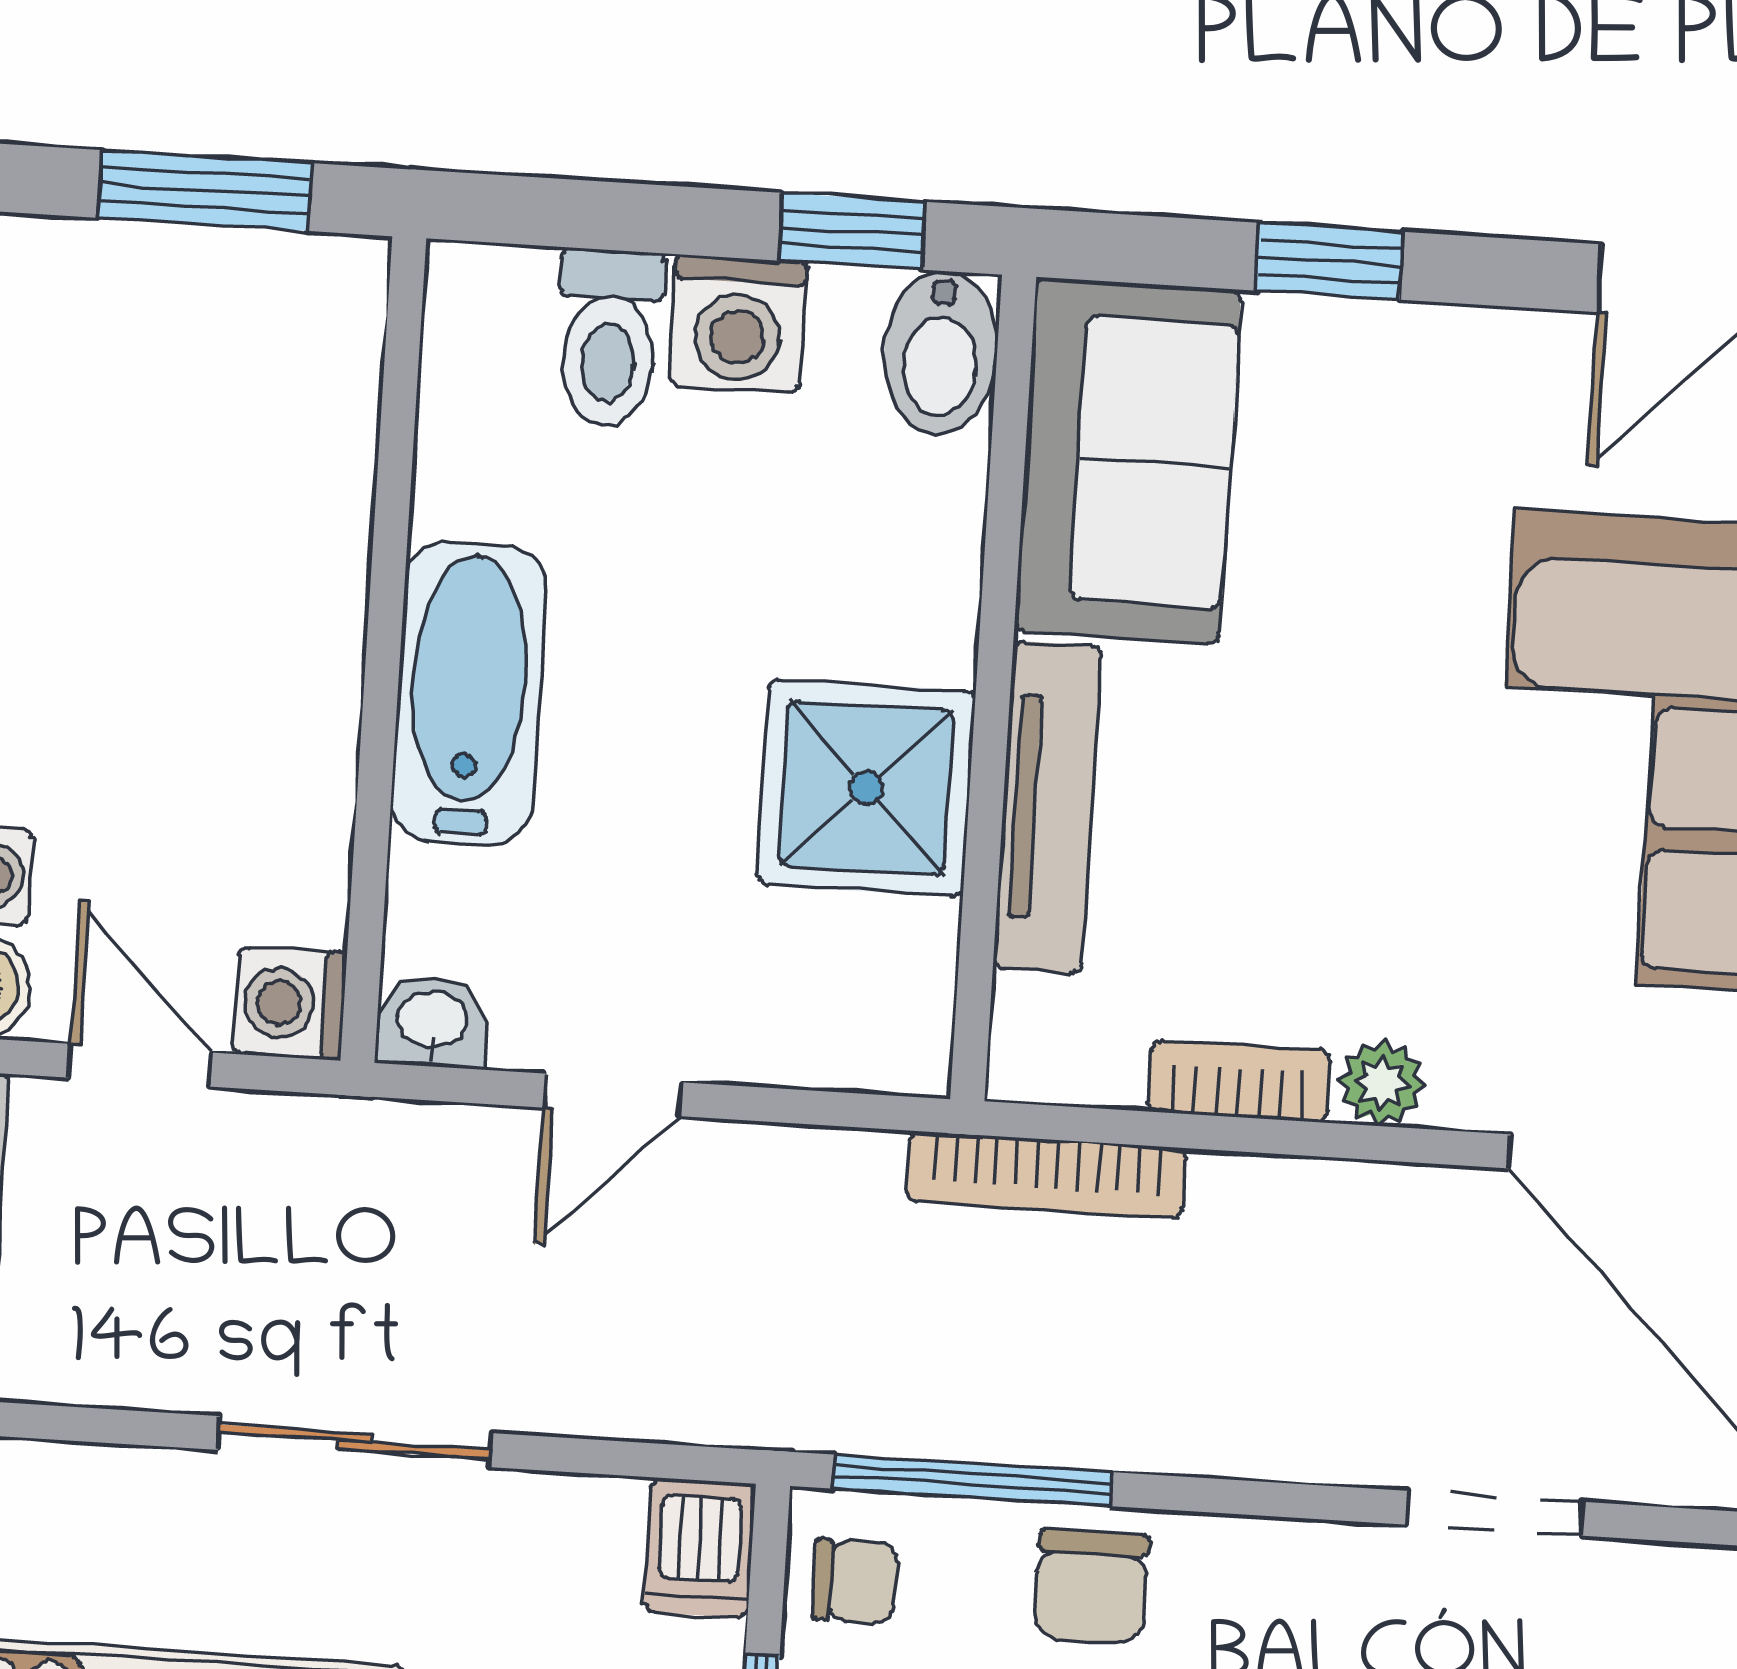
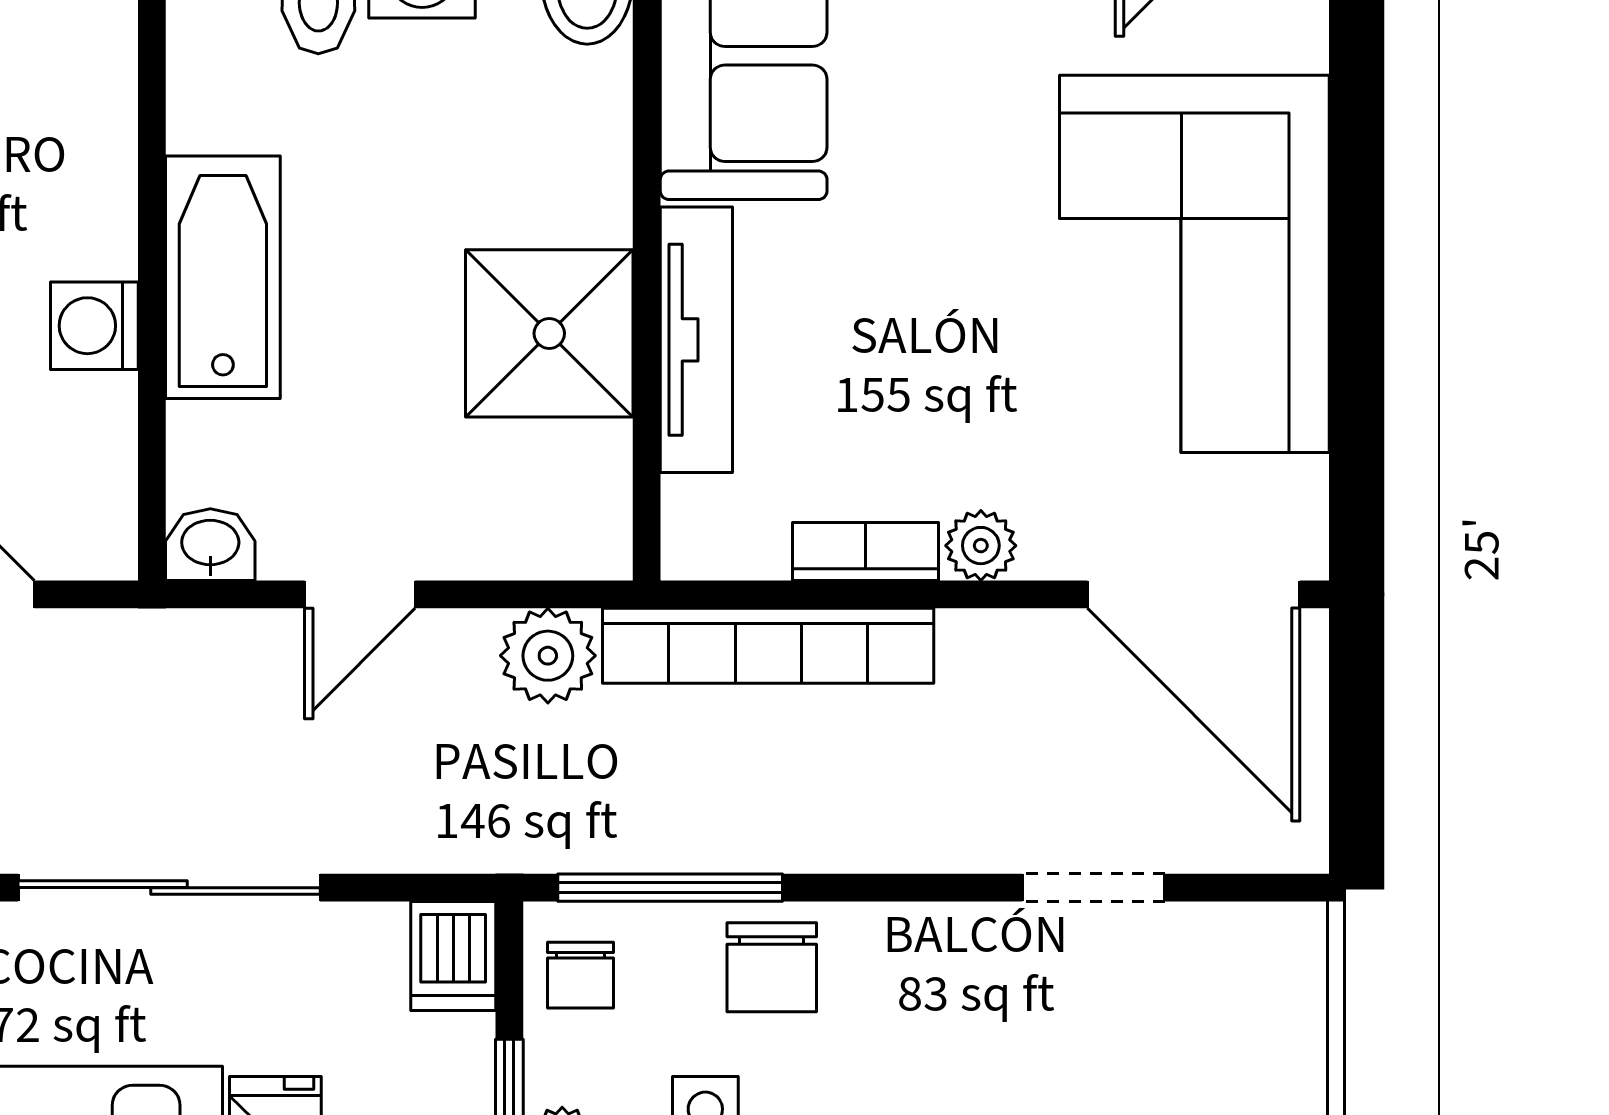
washing machine: (290, 1003) -> (94, 326), moved
bookcase: (1047, 1175) -> (768, 646), width x1.48, depth x1.31
plant: (840, 1185) -> (548, 656), added
sliding door: (355, 1442) -> (169, 888), width x1.37
chair: (855, 1581) -> (580, 975), turned 90

